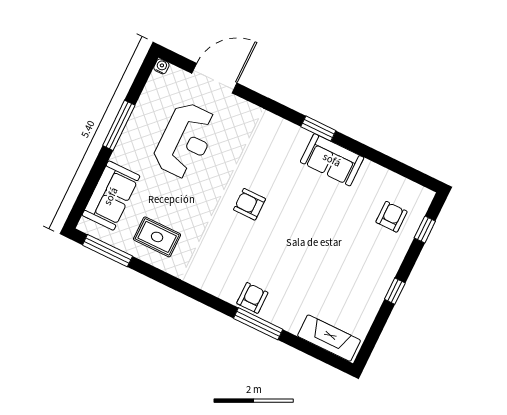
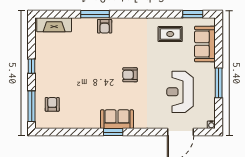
sofa: (332, 160) -> (117, 119), moved
armchair: (249, 204) -> (130, 75), turned 180
armchair: (391, 217) -> (52, 104), turned 180
window: (425, 229) -> (32, 106), width x2.17
window: (107, 251) -> (193, 14), width x0.69

